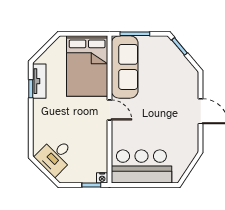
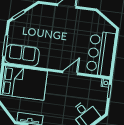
sofa: (125, 67) -> (22, 55), width x0.73
door: (109, 110) -> (70, 73), moved

